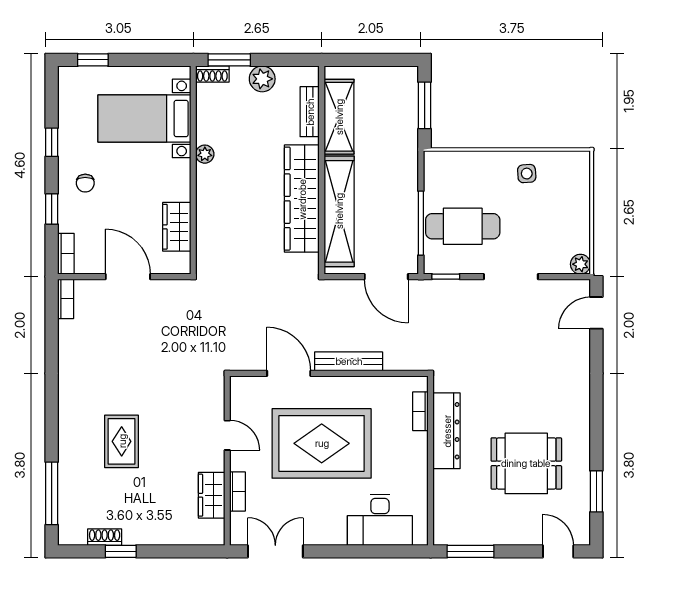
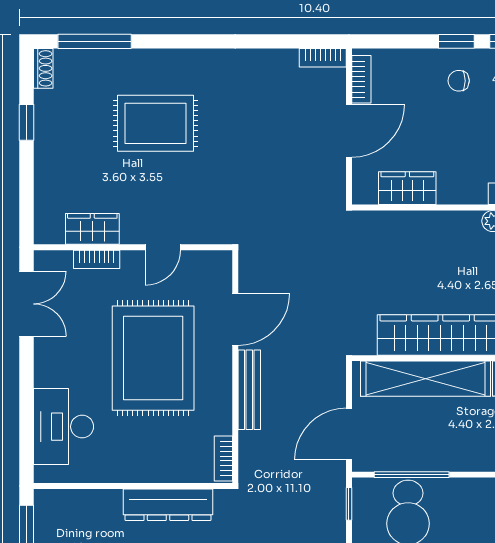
window: (52, 209) -> (456, 41), moved
bookcase: (66, 254) -> (361, 79), moved, turned -90
bookcase: (420, 411) -> (223, 459), moved, turned -90
rug: (122, 441) -> (156, 123), width x1.36, depth x1.43
shoe rack: (105, 537) -> (43, 68), moved

